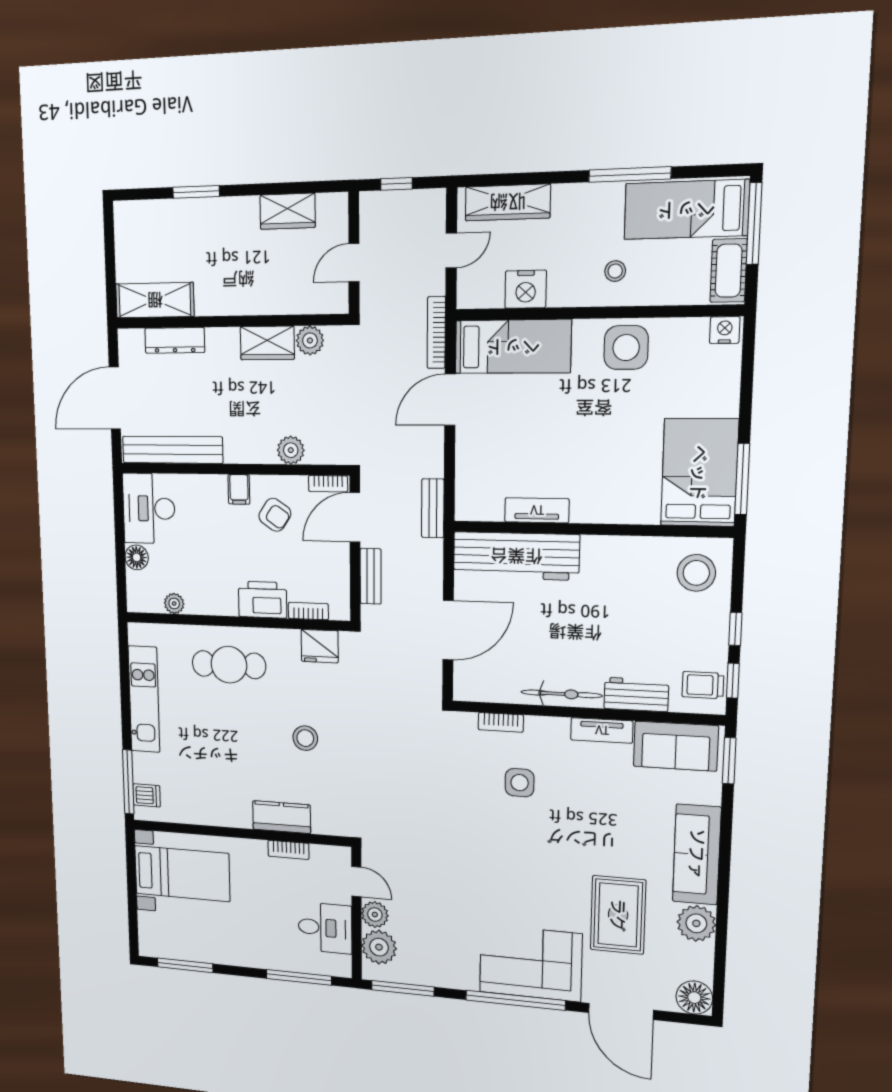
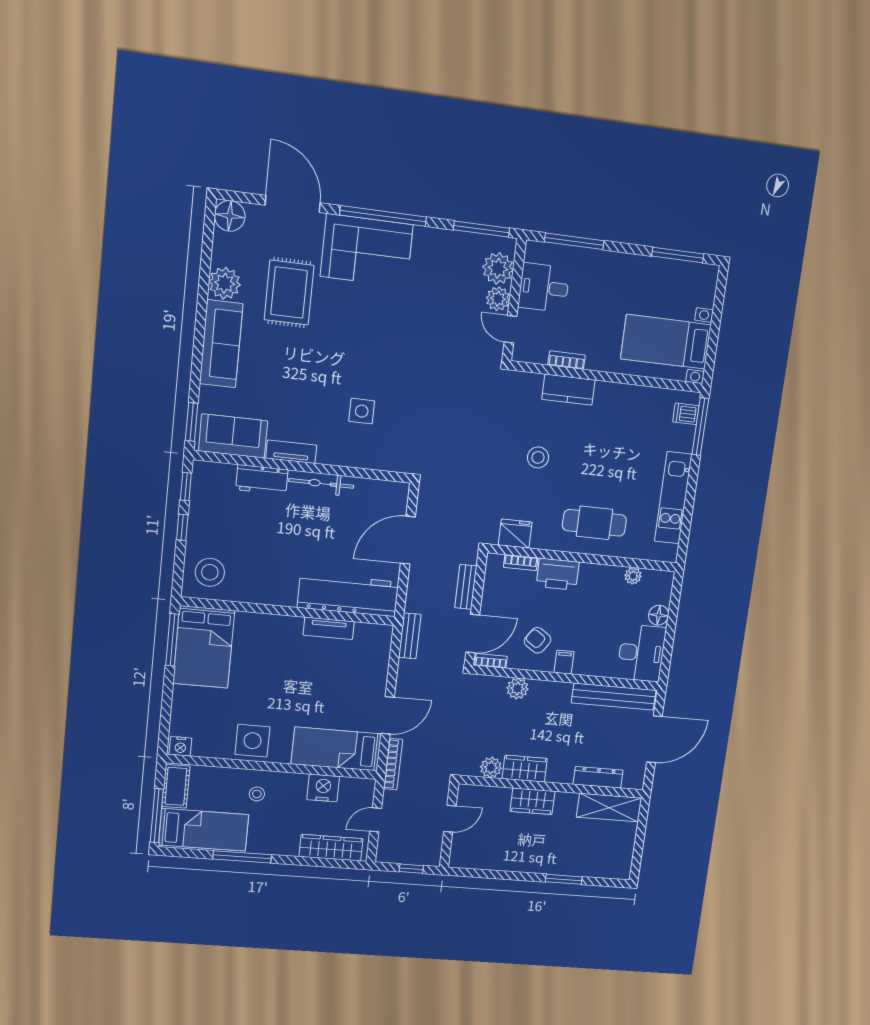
wardrobe: (288, 211) -> (532, 801), moved, turned 180
trolley: (703, 685) -> (209, 484), removed
bookcase: (501, 722) -> (372, 463), removed

